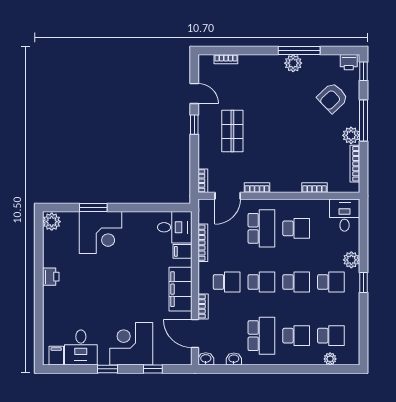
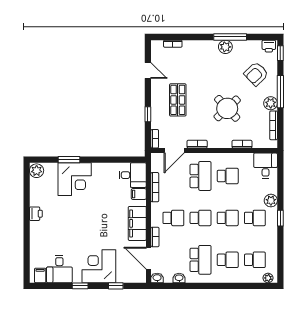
window: (194, 125) -> (148, 114), moved
round table: (295, 142) -> (227, 108), added
plant: (330, 359) -> (268, 278), moved

